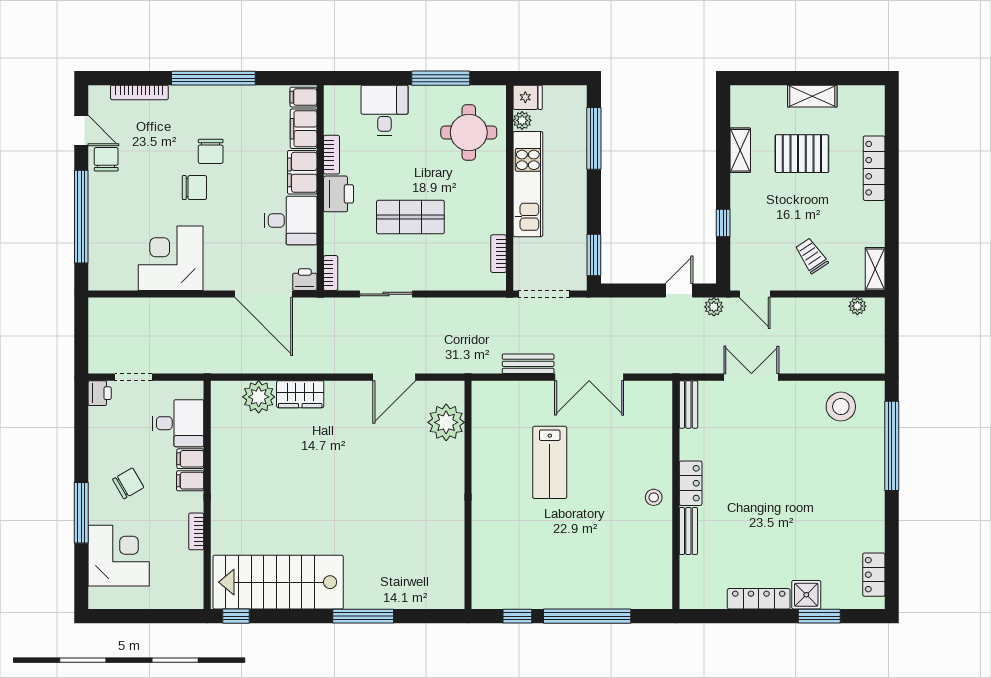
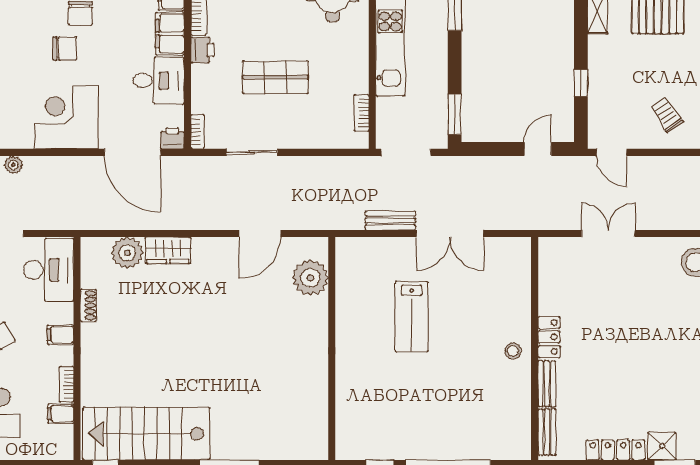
printer: (339, 194) -> (203, 50), width x0.73, depth x0.81
corner desk: (171, 258) -> (66, 117), moved
plant: (714, 307) -> (13, 165), moved
bench: (688, 405) -> (547, 432), moved
desk: (178, 423) -> (49, 270), width x1.37
shoe rack: (219, 451) -> (88, 305), added
filing cabinet: (190, 459) -> (61, 414), moved

